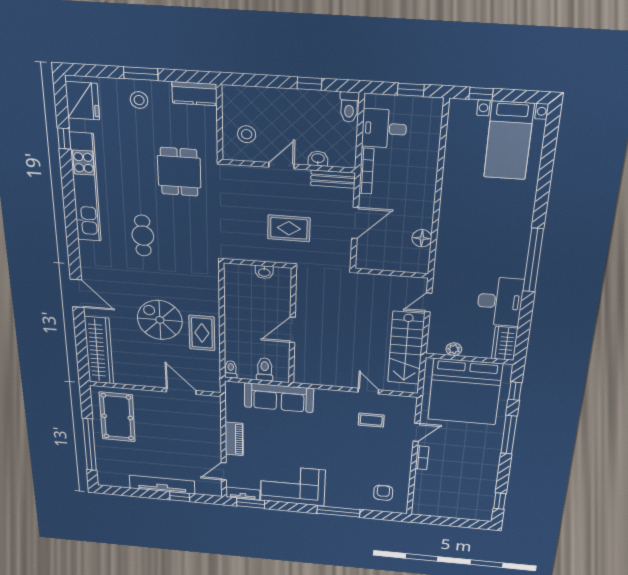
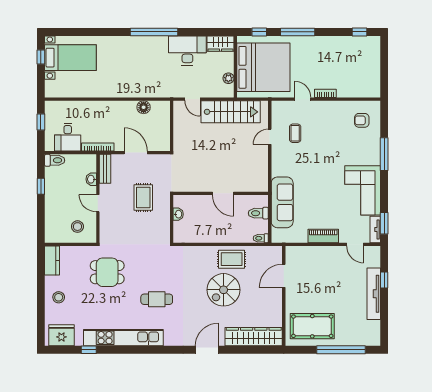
window: (141, 74) -> (41, 295), removed
window: (481, 94) -> (41, 57), moved

